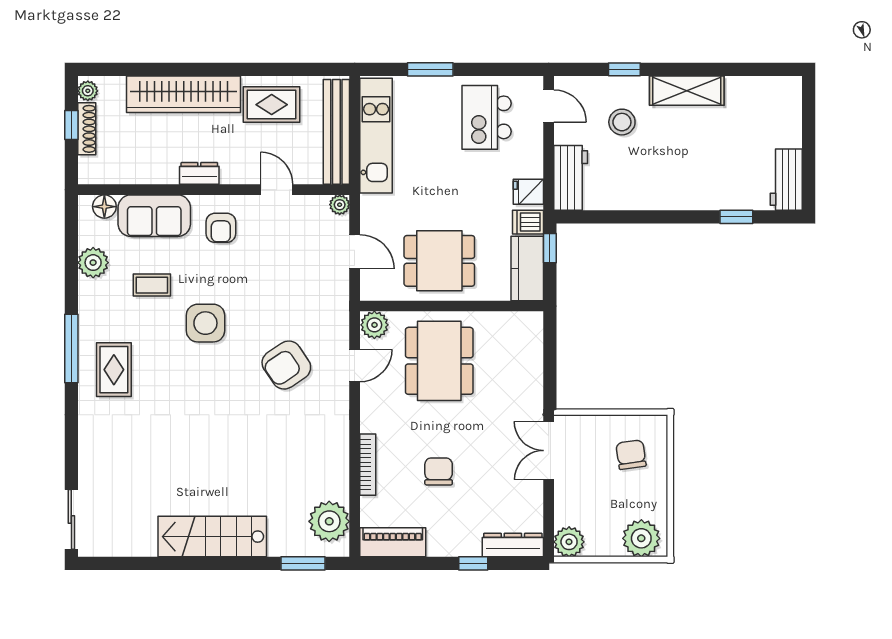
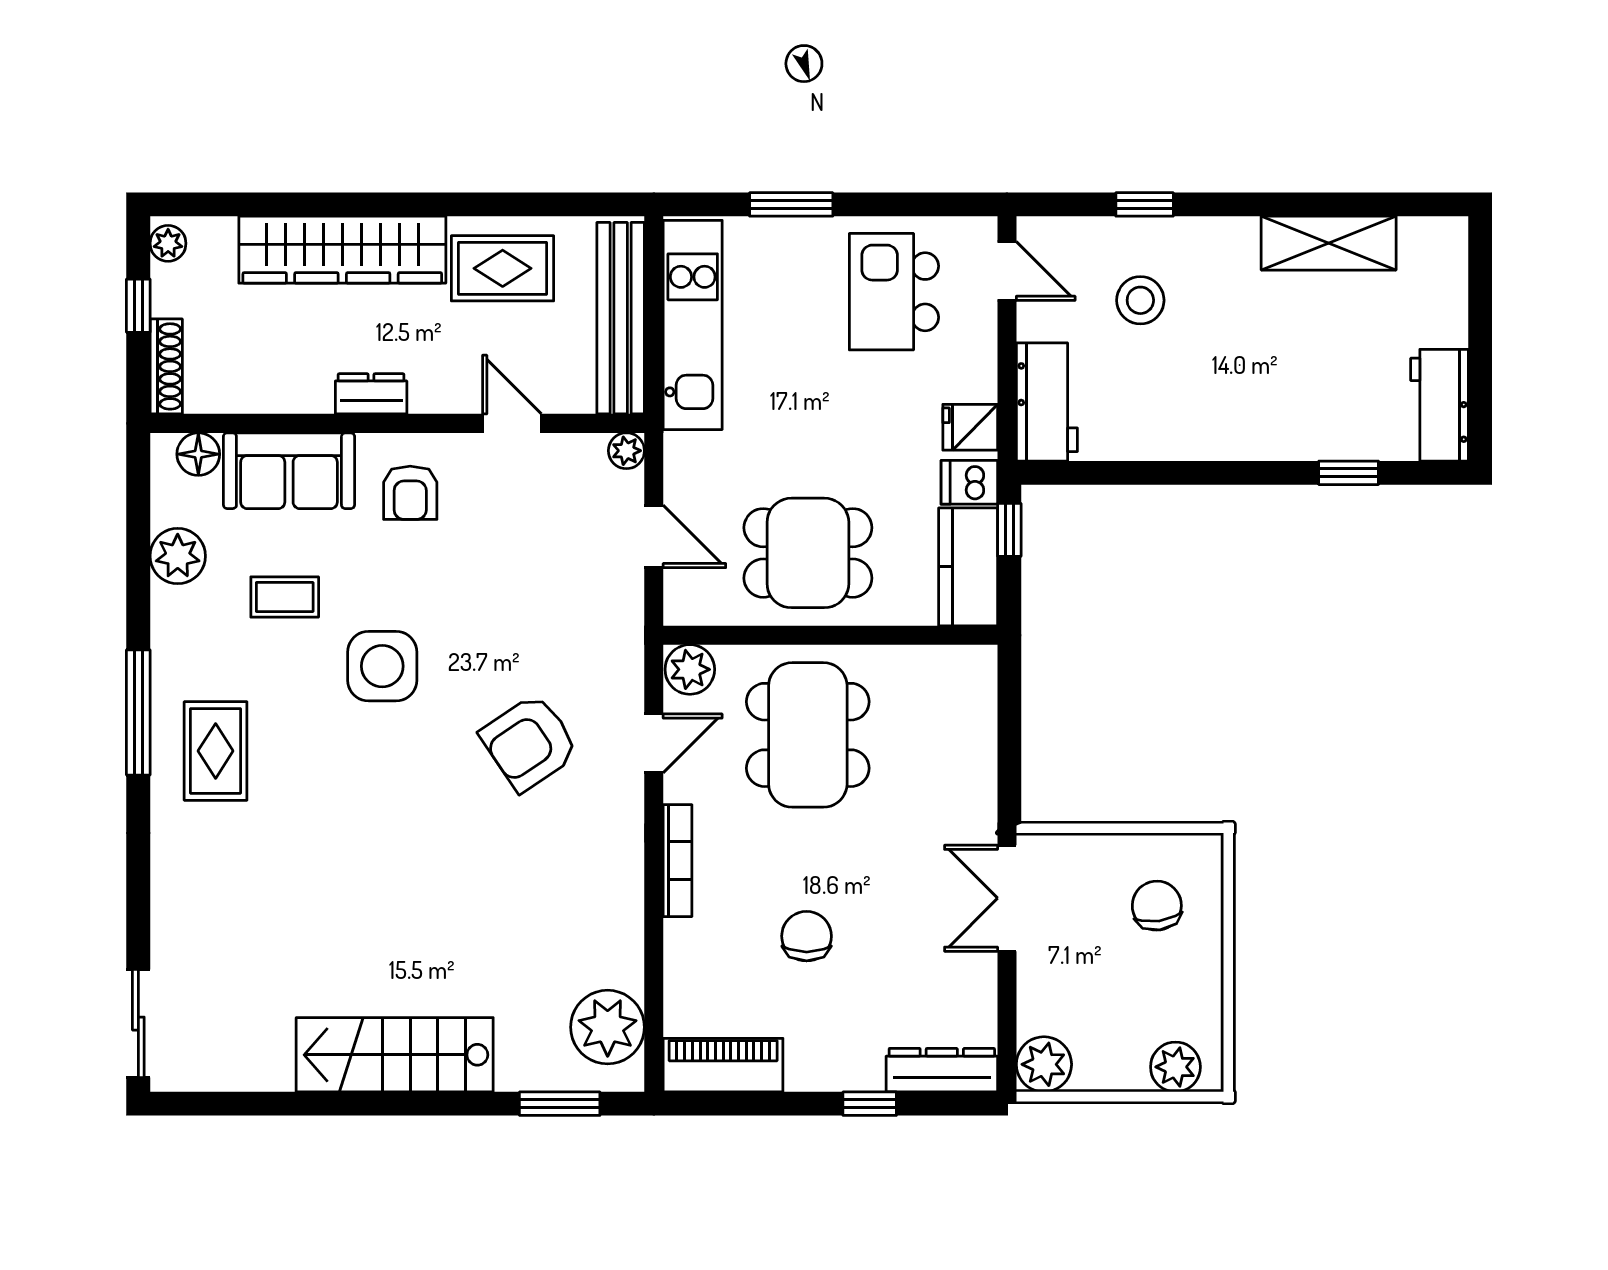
shelving: (687, 91) -> (1329, 243), moved
shoe rack: (87, 129) -> (166, 366), moved
bookcase: (368, 465) -> (678, 861), moved
plant: (641, 538) -> (1175, 1067), width x0.73, depth x0.73

